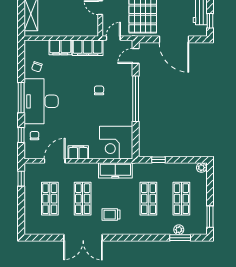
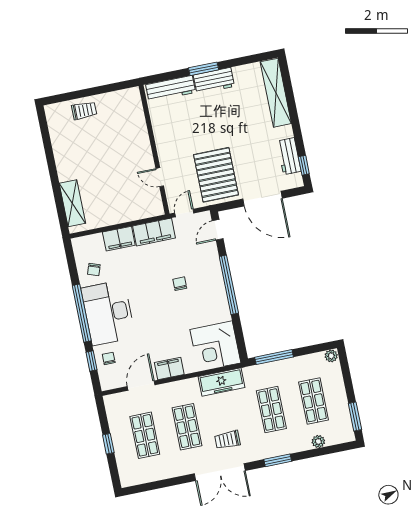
window: (21, 98) -> (82, 313), width x1.46
window: (158, 160) -> (274, 357), width x2.17
window: (21, 179) -> (108, 444), moved
double door: (83, 238) -> (220, 472), moved
window: (180, 238) -> (278, 460), moved

